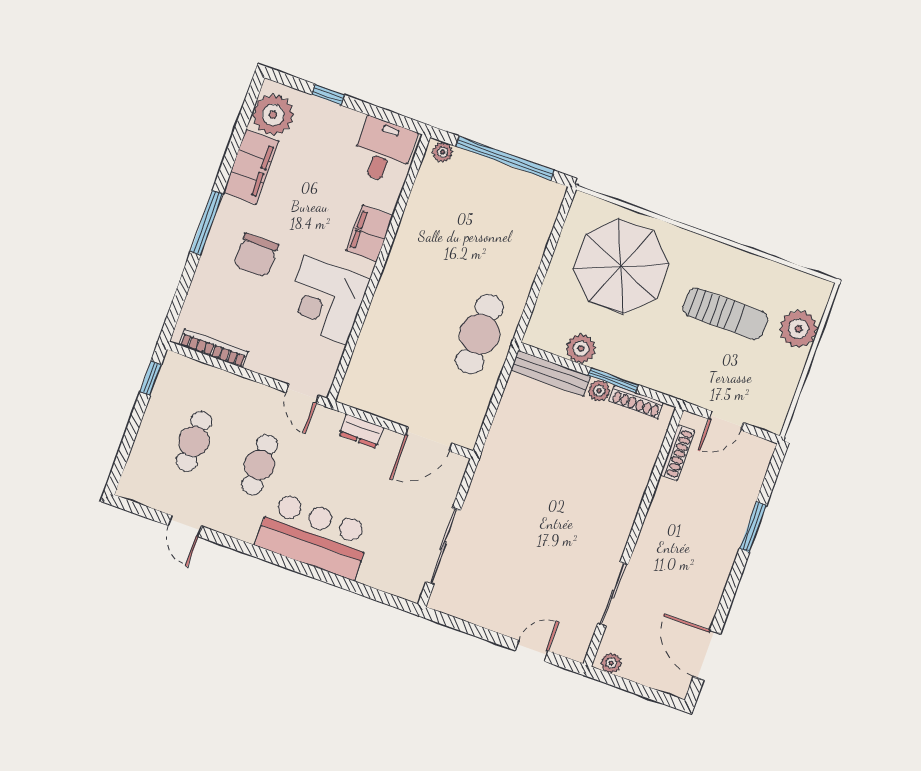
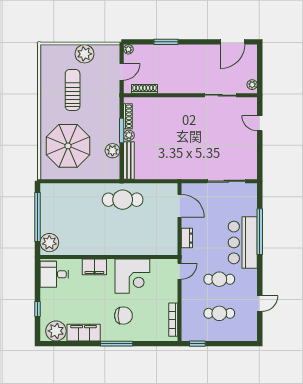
plant: (443, 152) -> (49, 243), width x1.88, depth x1.88
plant: (798, 329) -> (84, 54), moved
door: (726, 421) -> (122, 72), hinge flipped
plant: (765, 449) -> (128, 49), added
window: (323, 576) -> (260, 232), added

